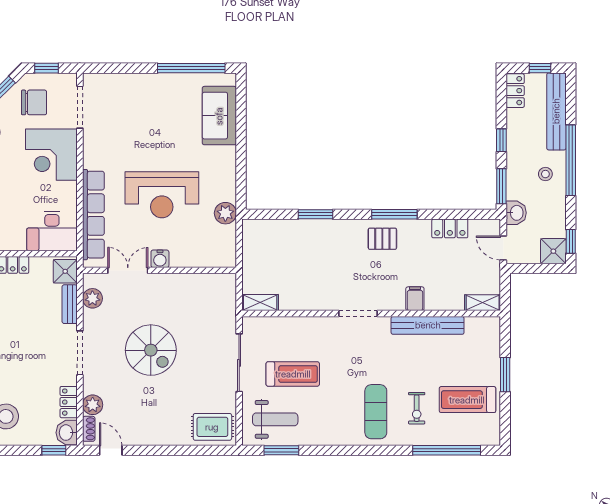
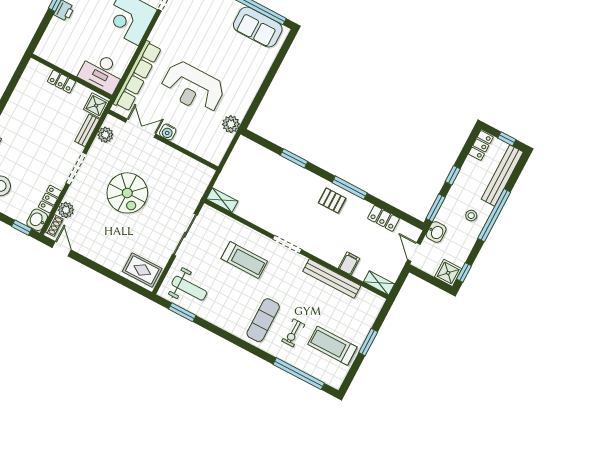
sofa: (219, 116) -> (258, 27), moved, turned -90
filing cabinet: (415, 299) -> (349, 264), moved
treadmill: (293, 374) -> (244, 260), moved

